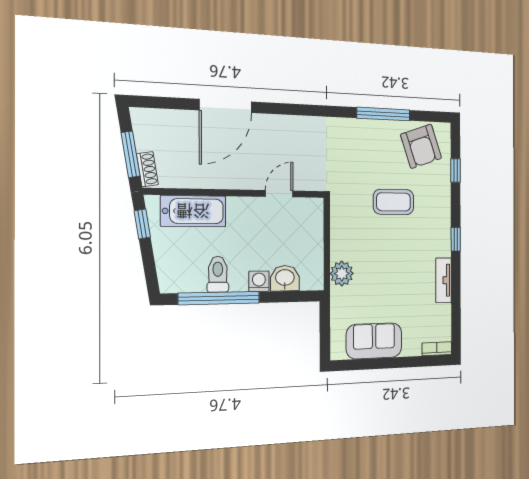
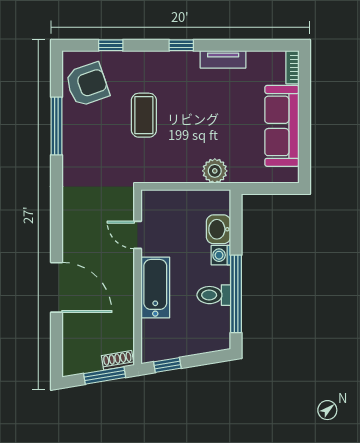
bathtub: (193, 211) -> (155, 287), moved
sofa: (374, 341) -> (282, 126), width x1.36

